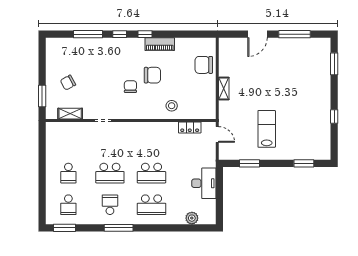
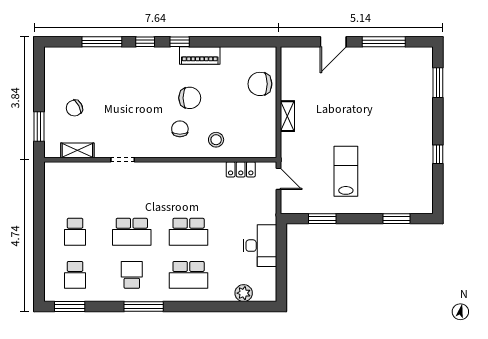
chair: (130, 87) -> (180, 129), moved

